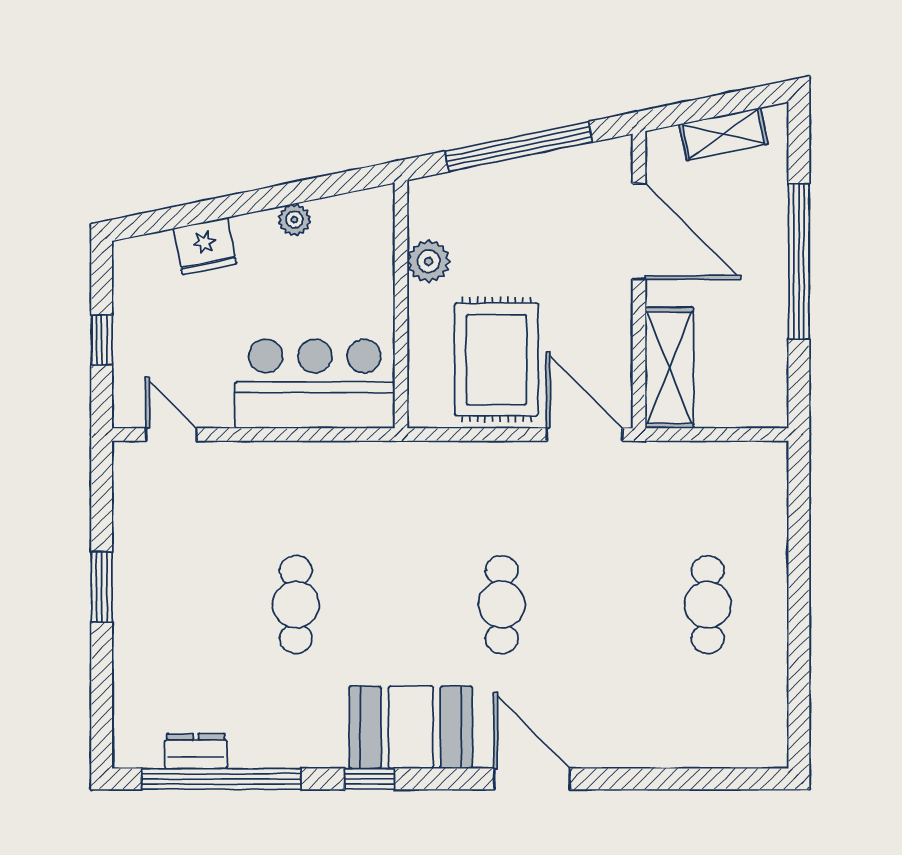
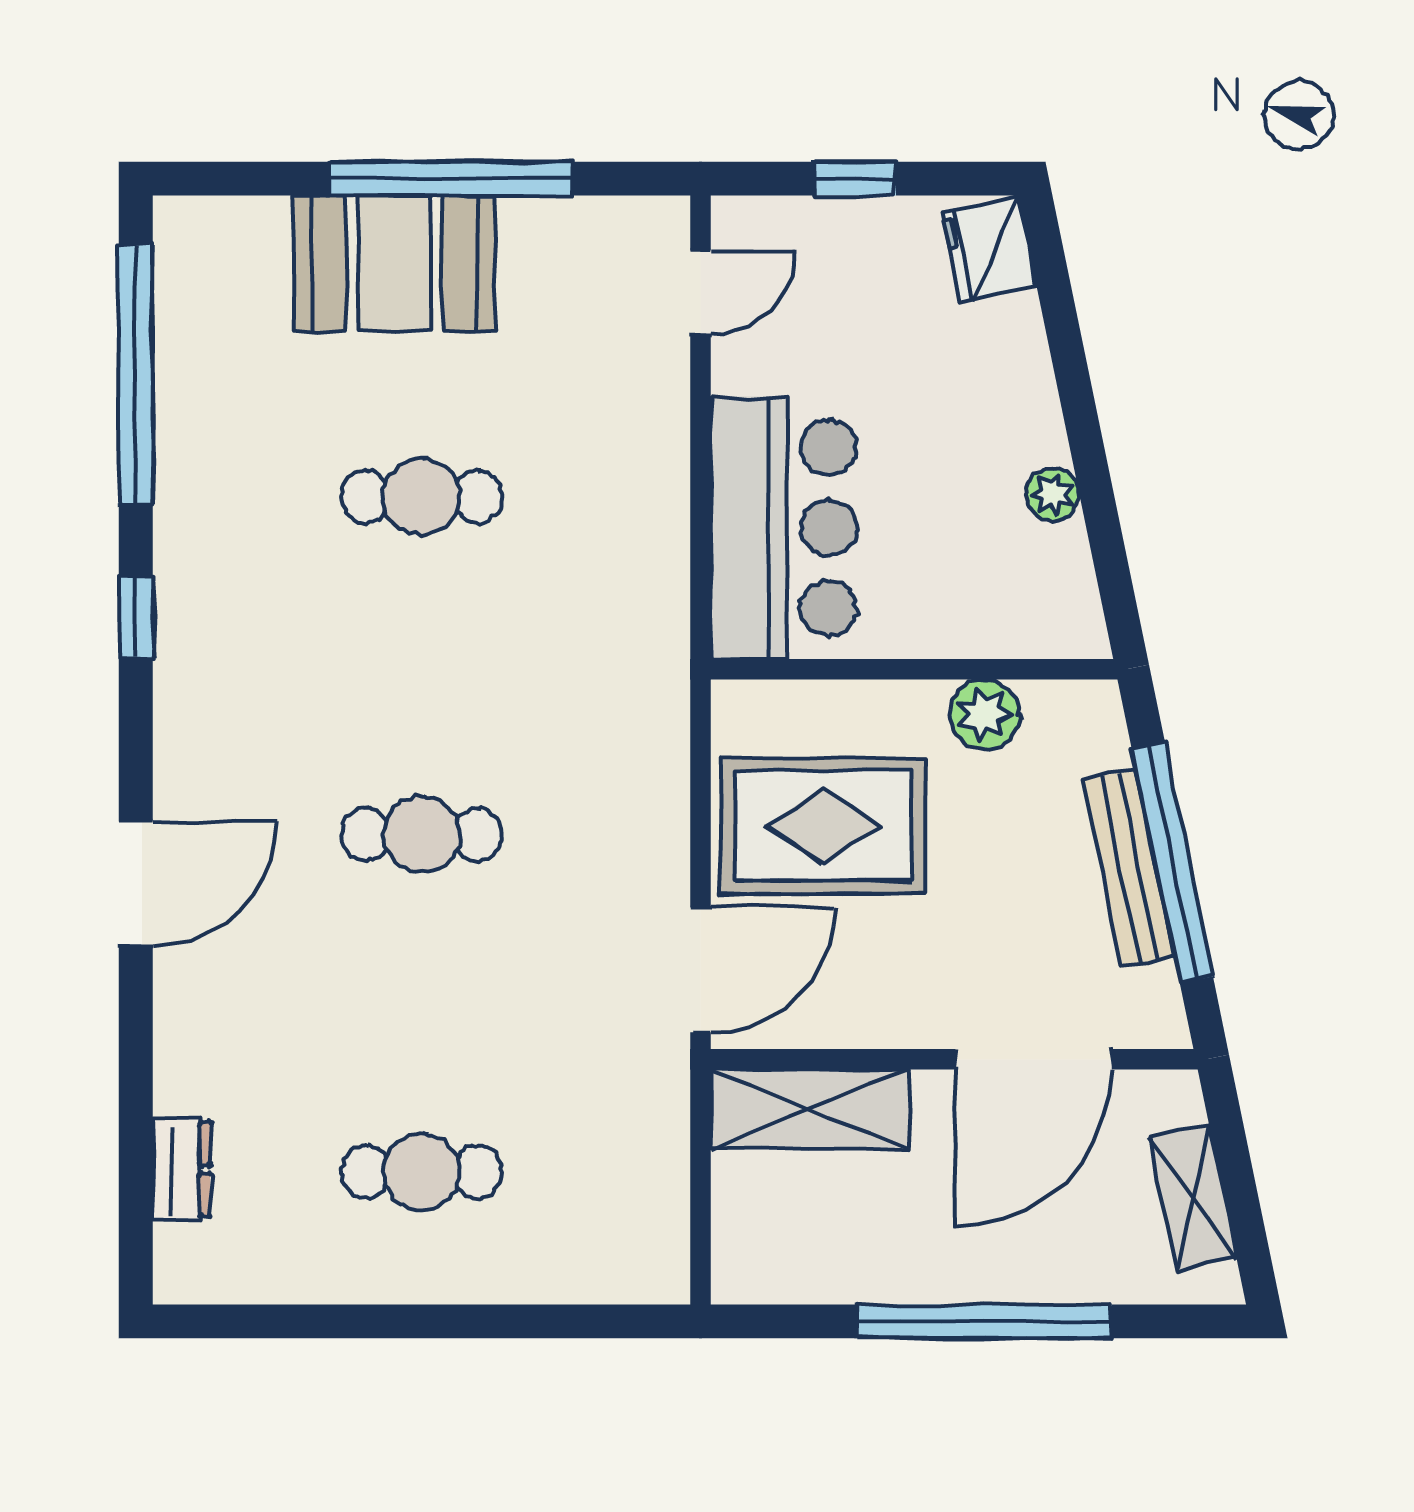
bench: (522, 173) -> (1129, 868), added
fridge: (205, 246) -> (989, 250), moved
window: (102, 587) -> (451, 179), width x2.11
booth: (411, 727) -> (394, 263), moved, turned 90
dresser: (196, 751) -> (181, 1170), moved

